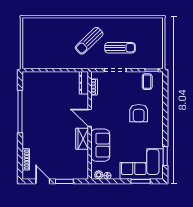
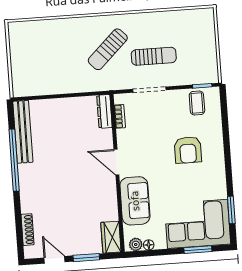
bench: (27, 93) -> (23, 132), added
wardrobe: (82, 139) -> (111, 237), moved

